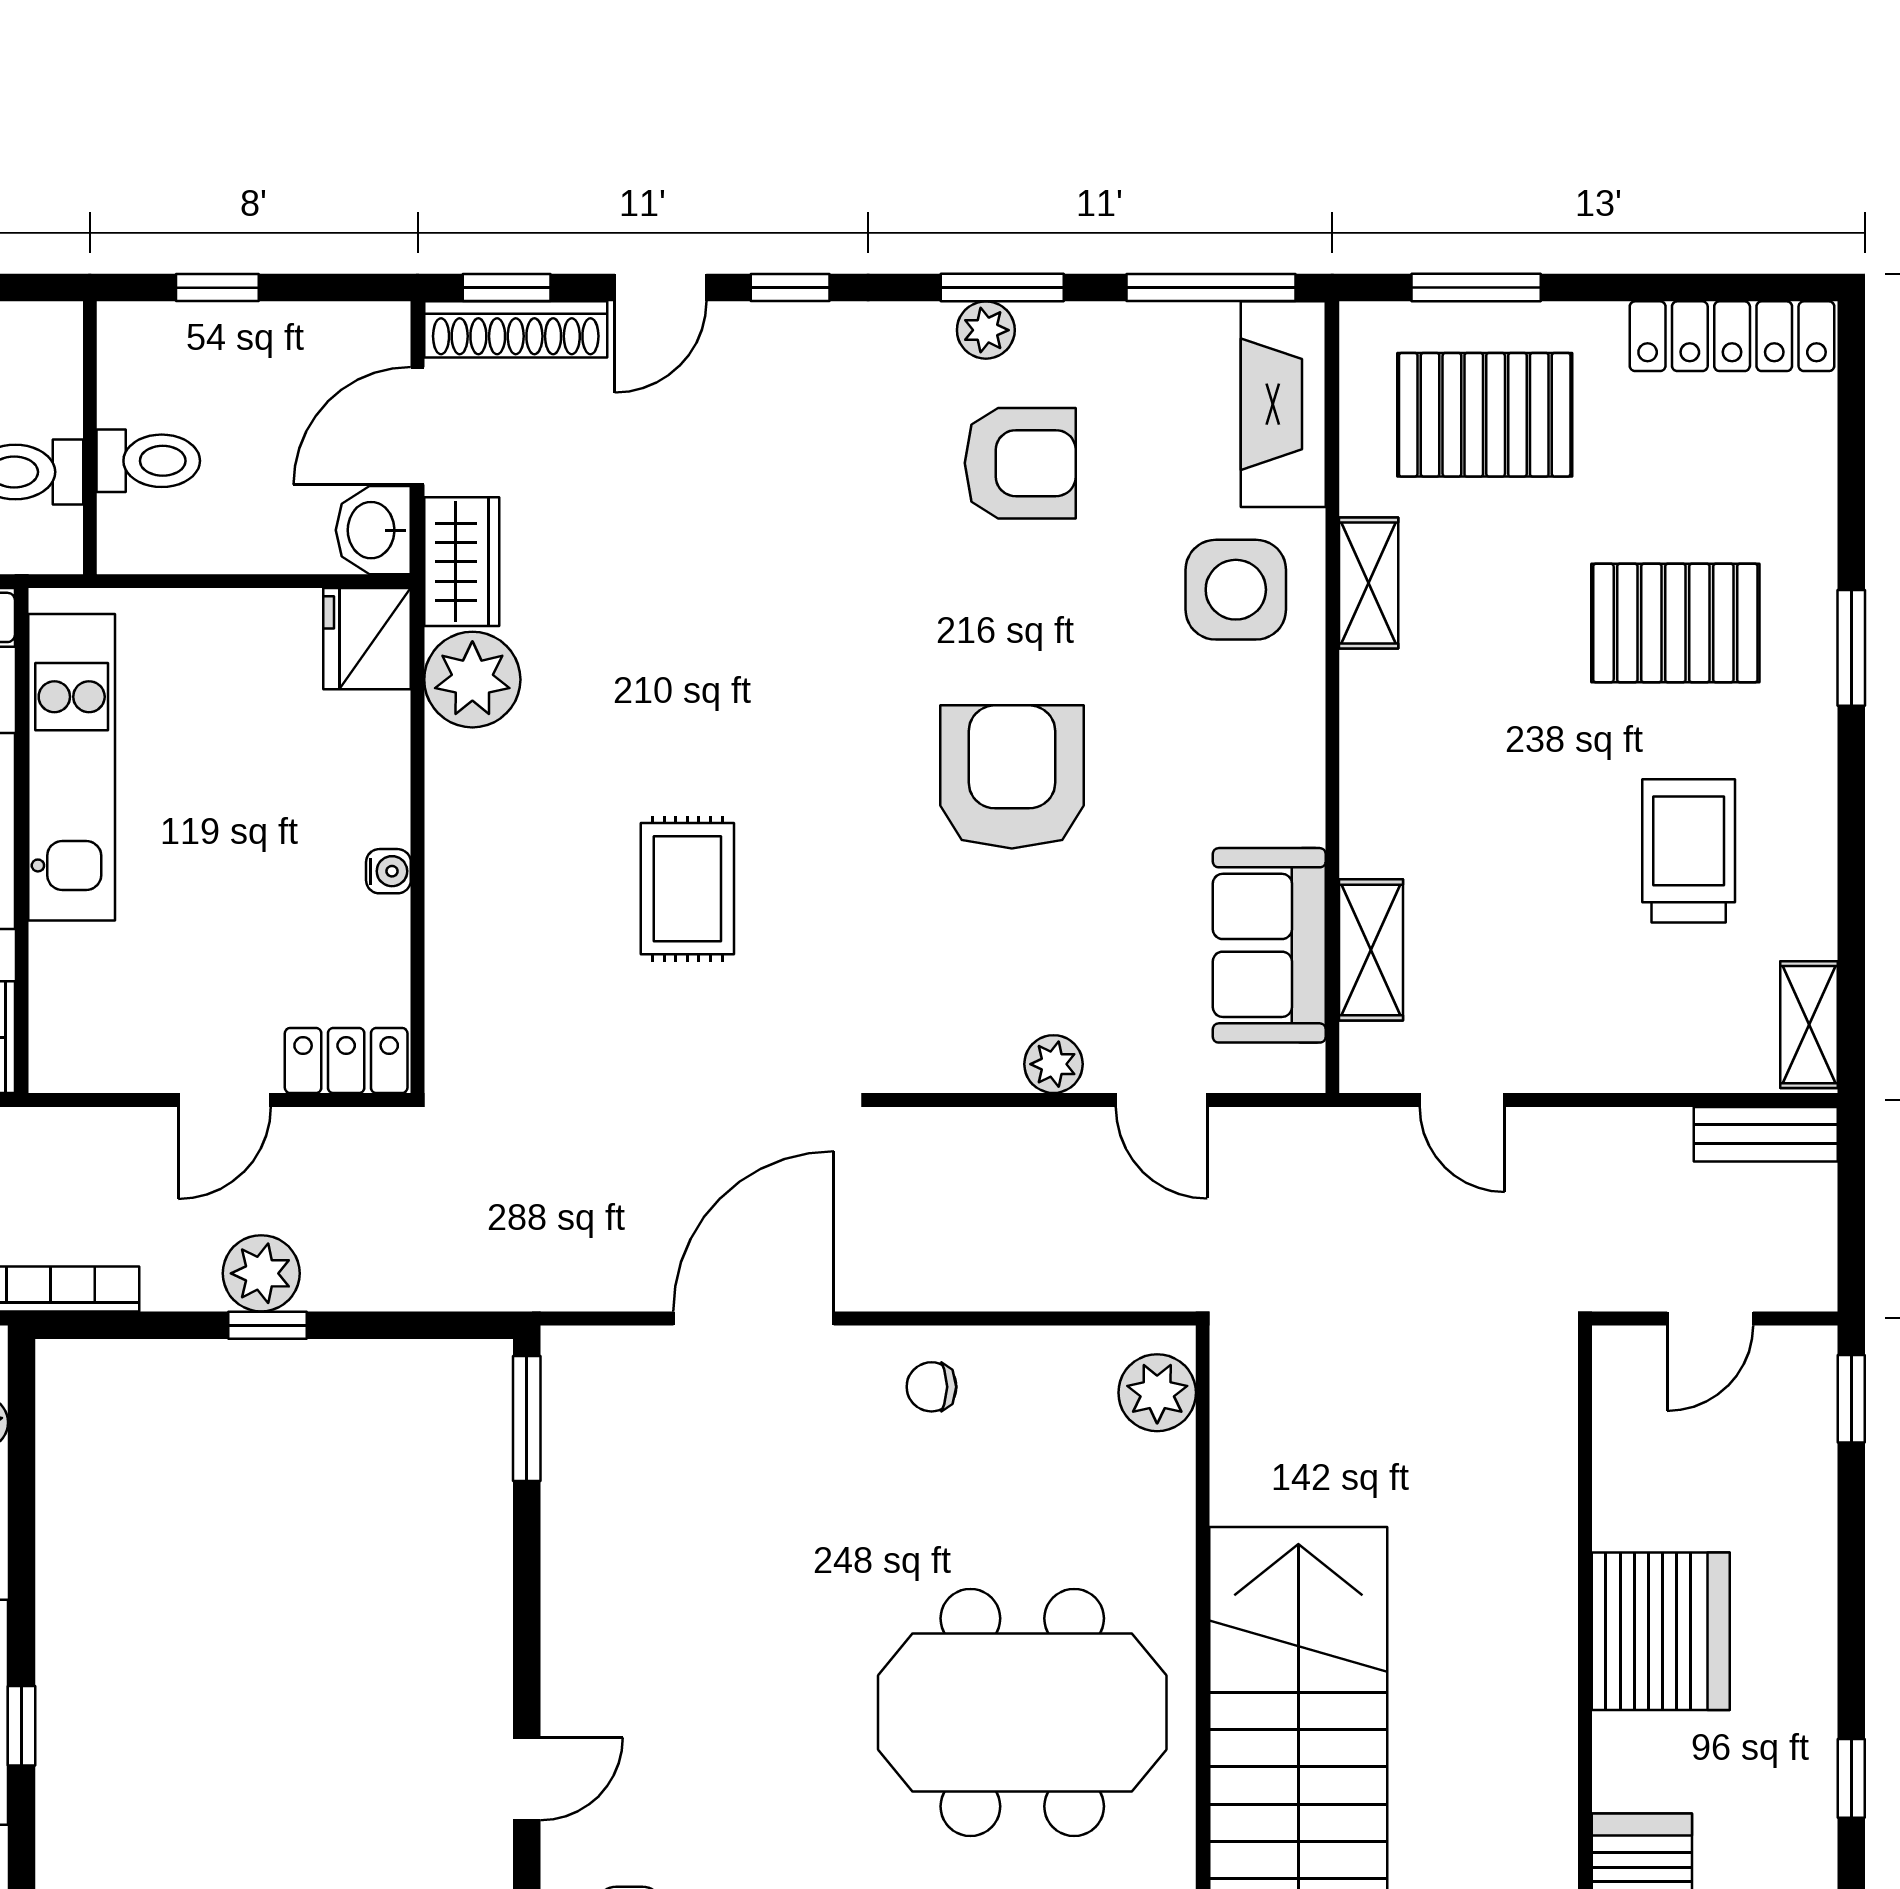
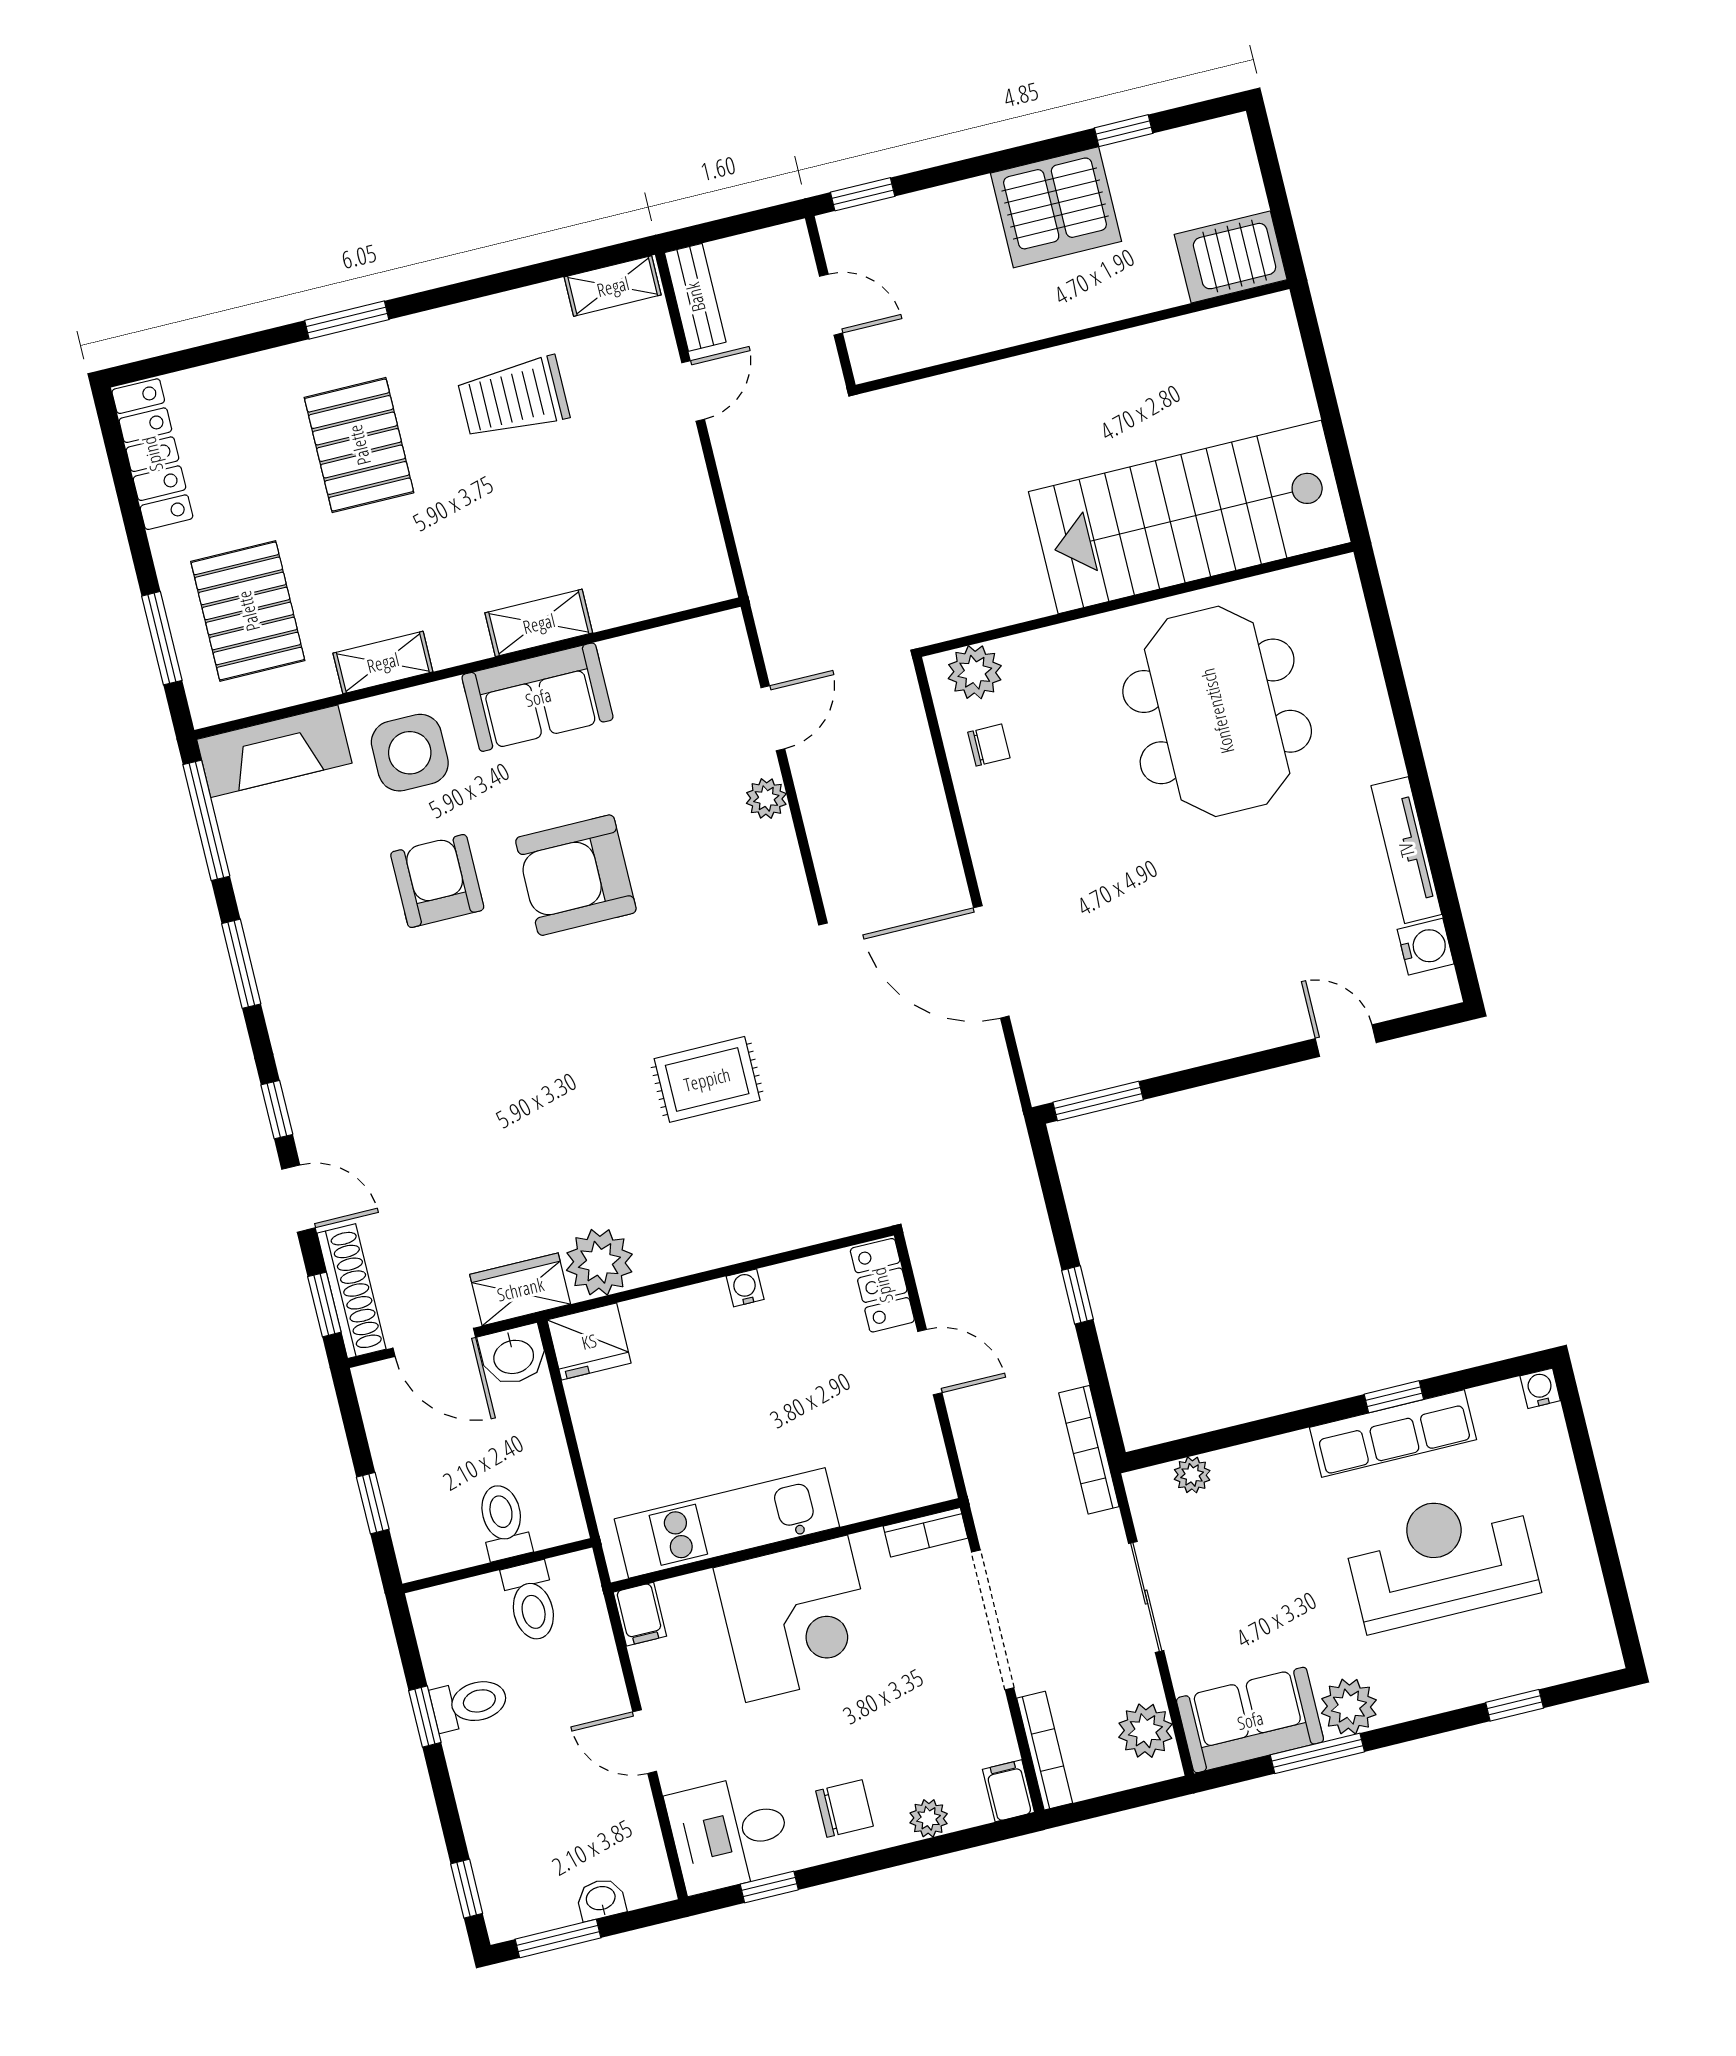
plant: (986, 330) -> (273, 968), removed
armchair: (1020, 463) -> (437, 881), moved
sofa: (1269, 945) -> (538, 697), moved
shelving: (1371, 950) -> (539, 623), moved
door: (1462, 1100) -> (693, 391), moved
plant: (261, 1273) -> (1043, 1308), removed
chair: (932, 1387) -> (989, 745), moved, turned -90
server rack: (1661, 1631) -> (1056, 207), moved, turned 180

